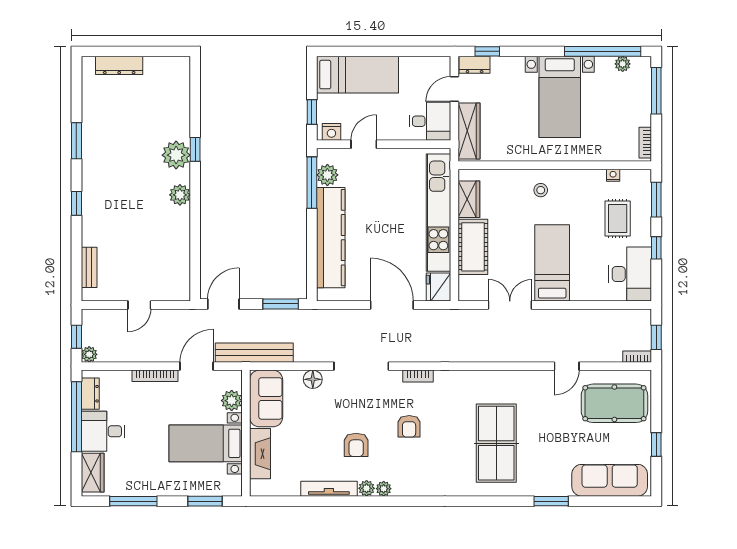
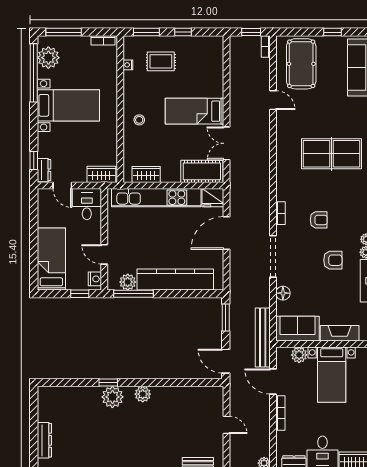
plant: (623, 64) -> (48, 58), width x1.88, depth x1.88
wardrobe: (469, 131) -> (101, 174), width x0.67
cot: (473, 247) -> (202, 171), moved
desk: (630, 274) -> (203, 52), removed

